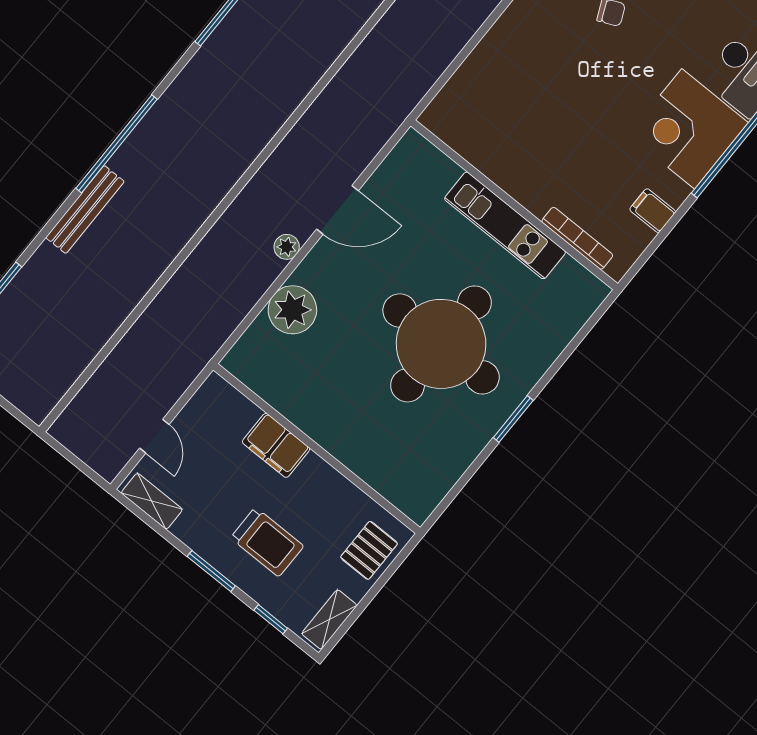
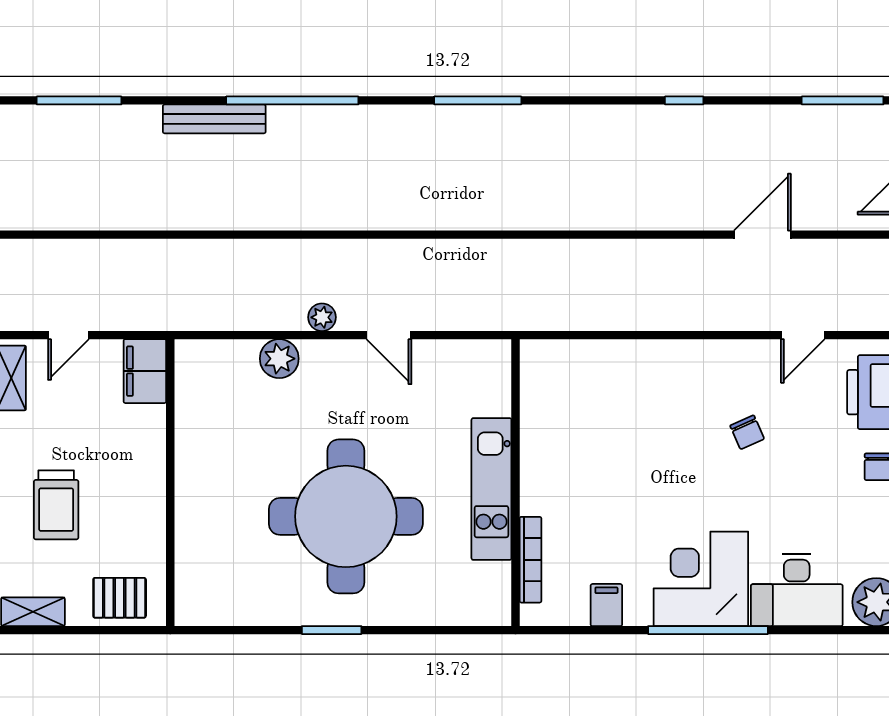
door: (338, 210) -> (389, 335), width x0.73
plant: (292, 310) -> (279, 359), width x0.73, depth x0.73
filing cabinet: (276, 445) -> (145, 371), moved

